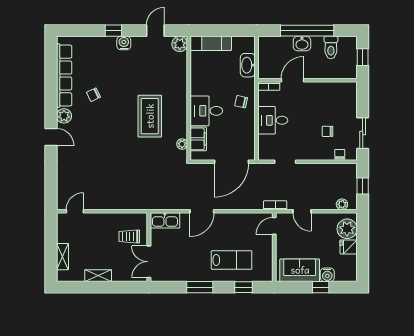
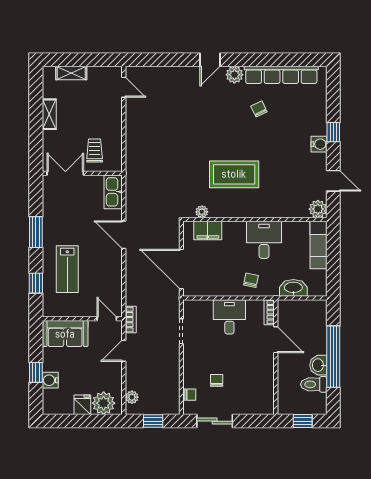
washbasin: (302, 44) -> (318, 365), moved
desk: (206, 111) -> (264, 240), moved
sofa: (300, 270) -> (65, 334), moved, turned 90

